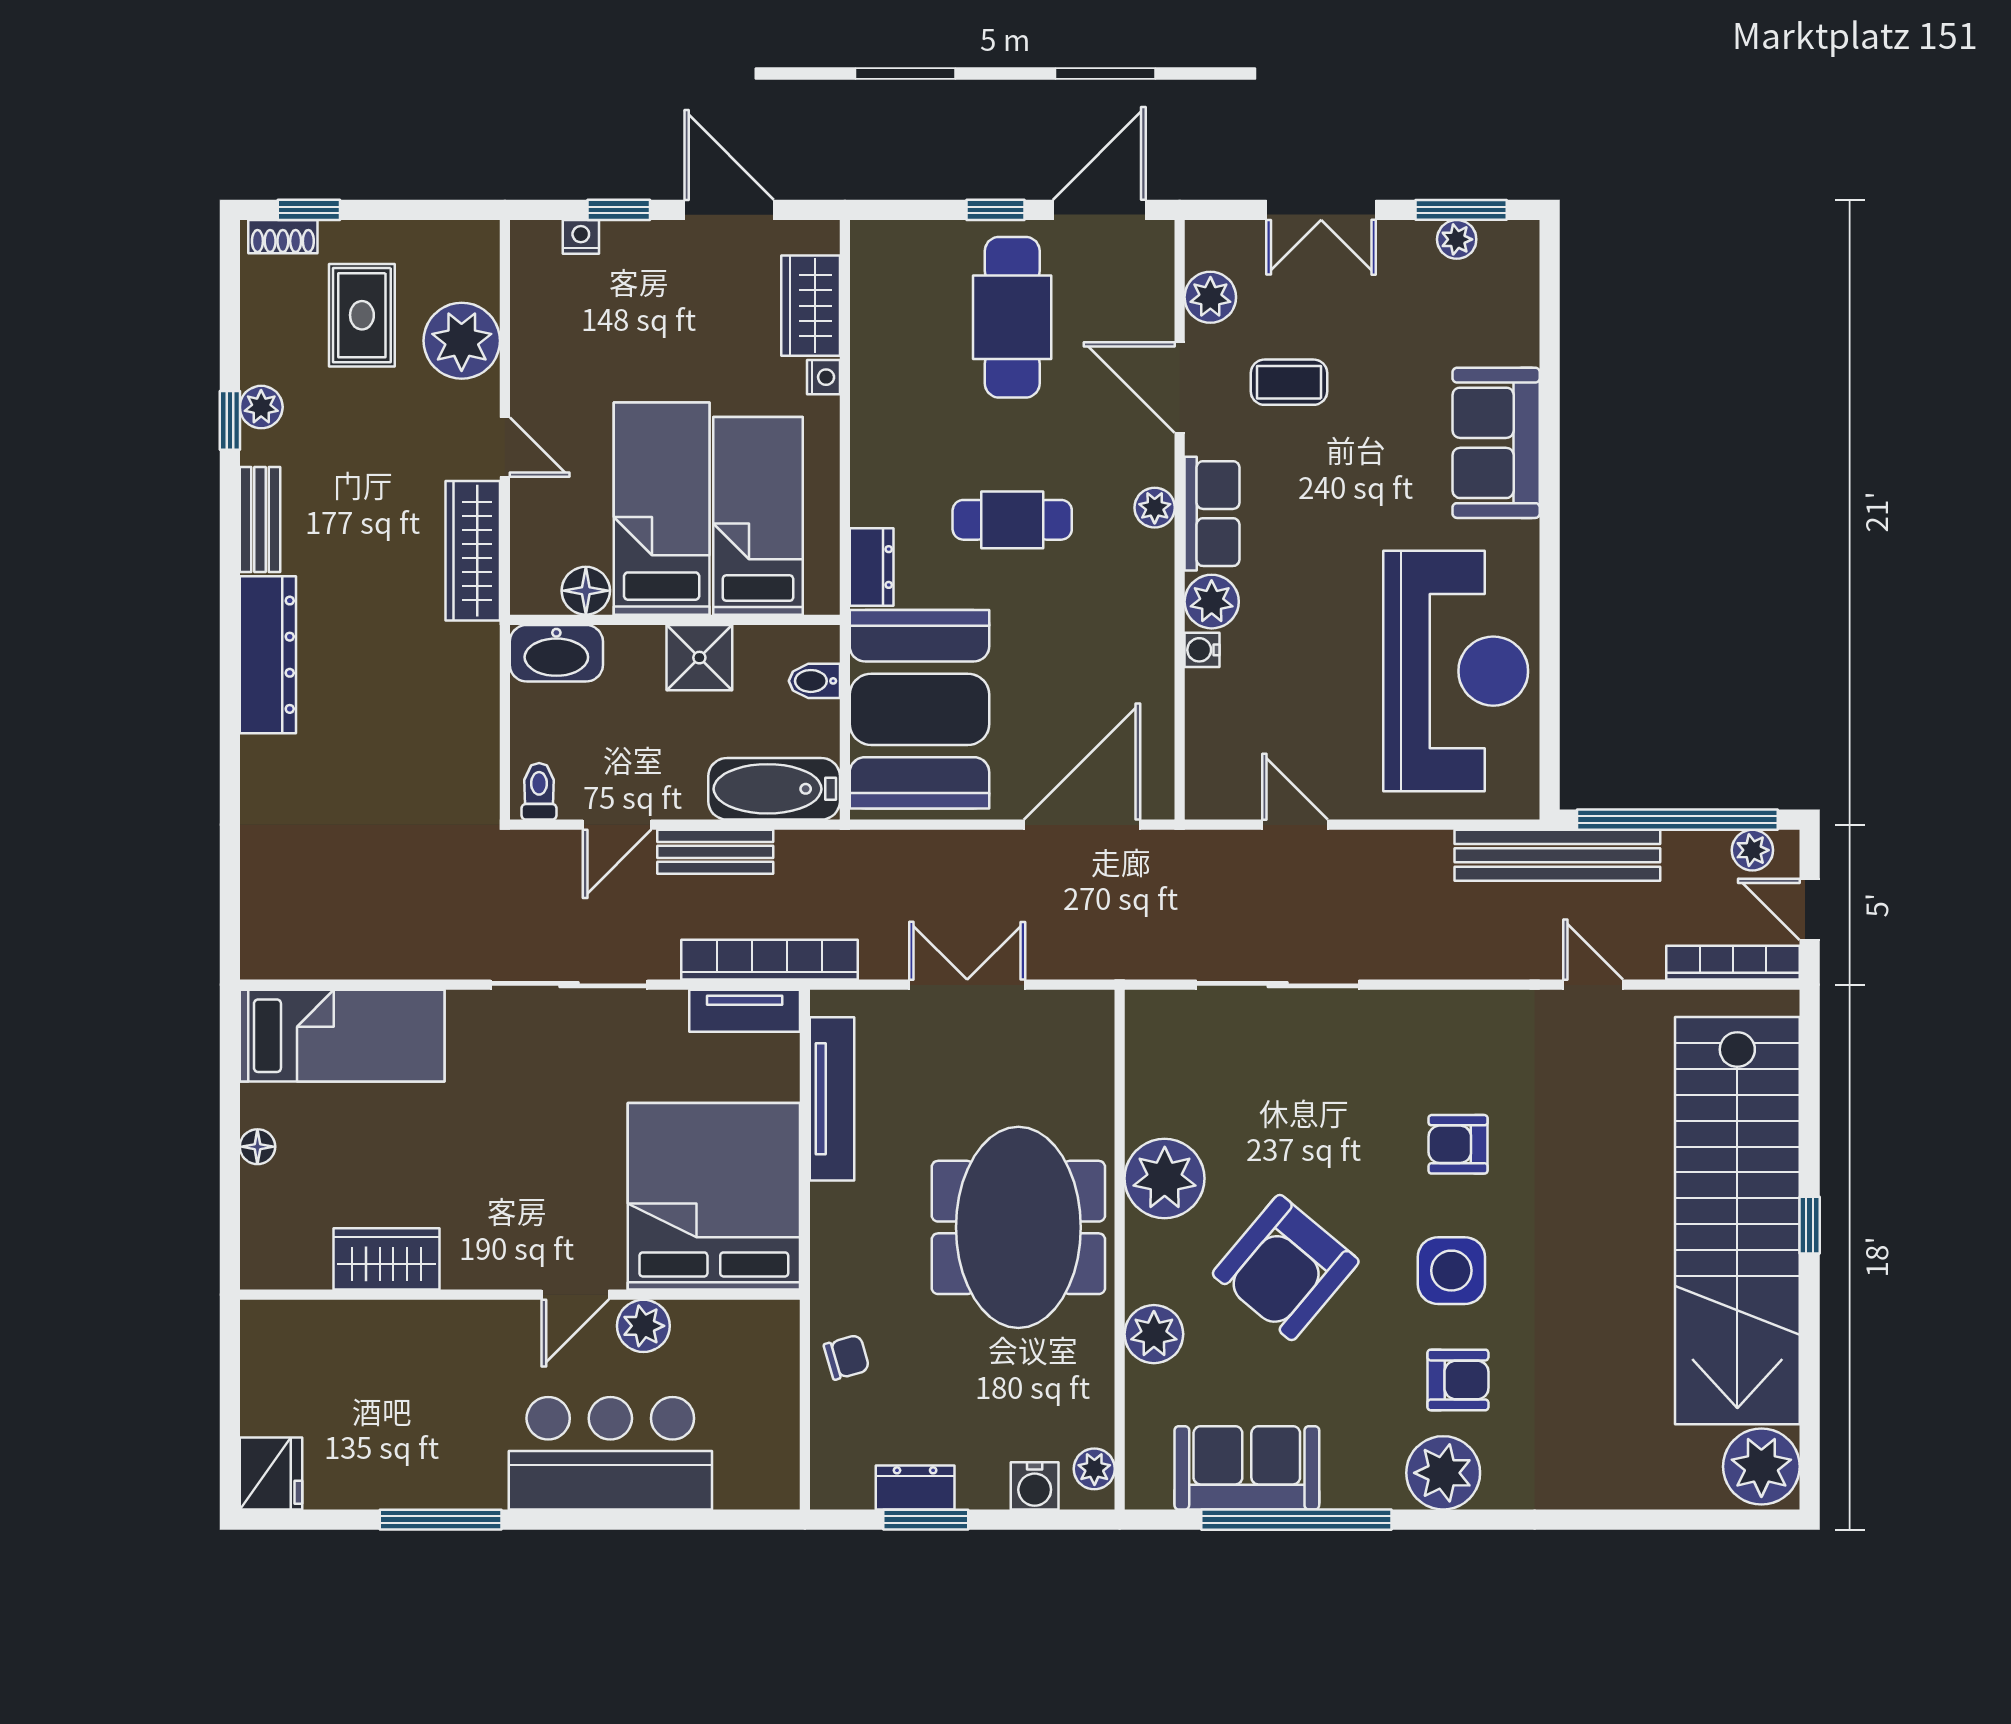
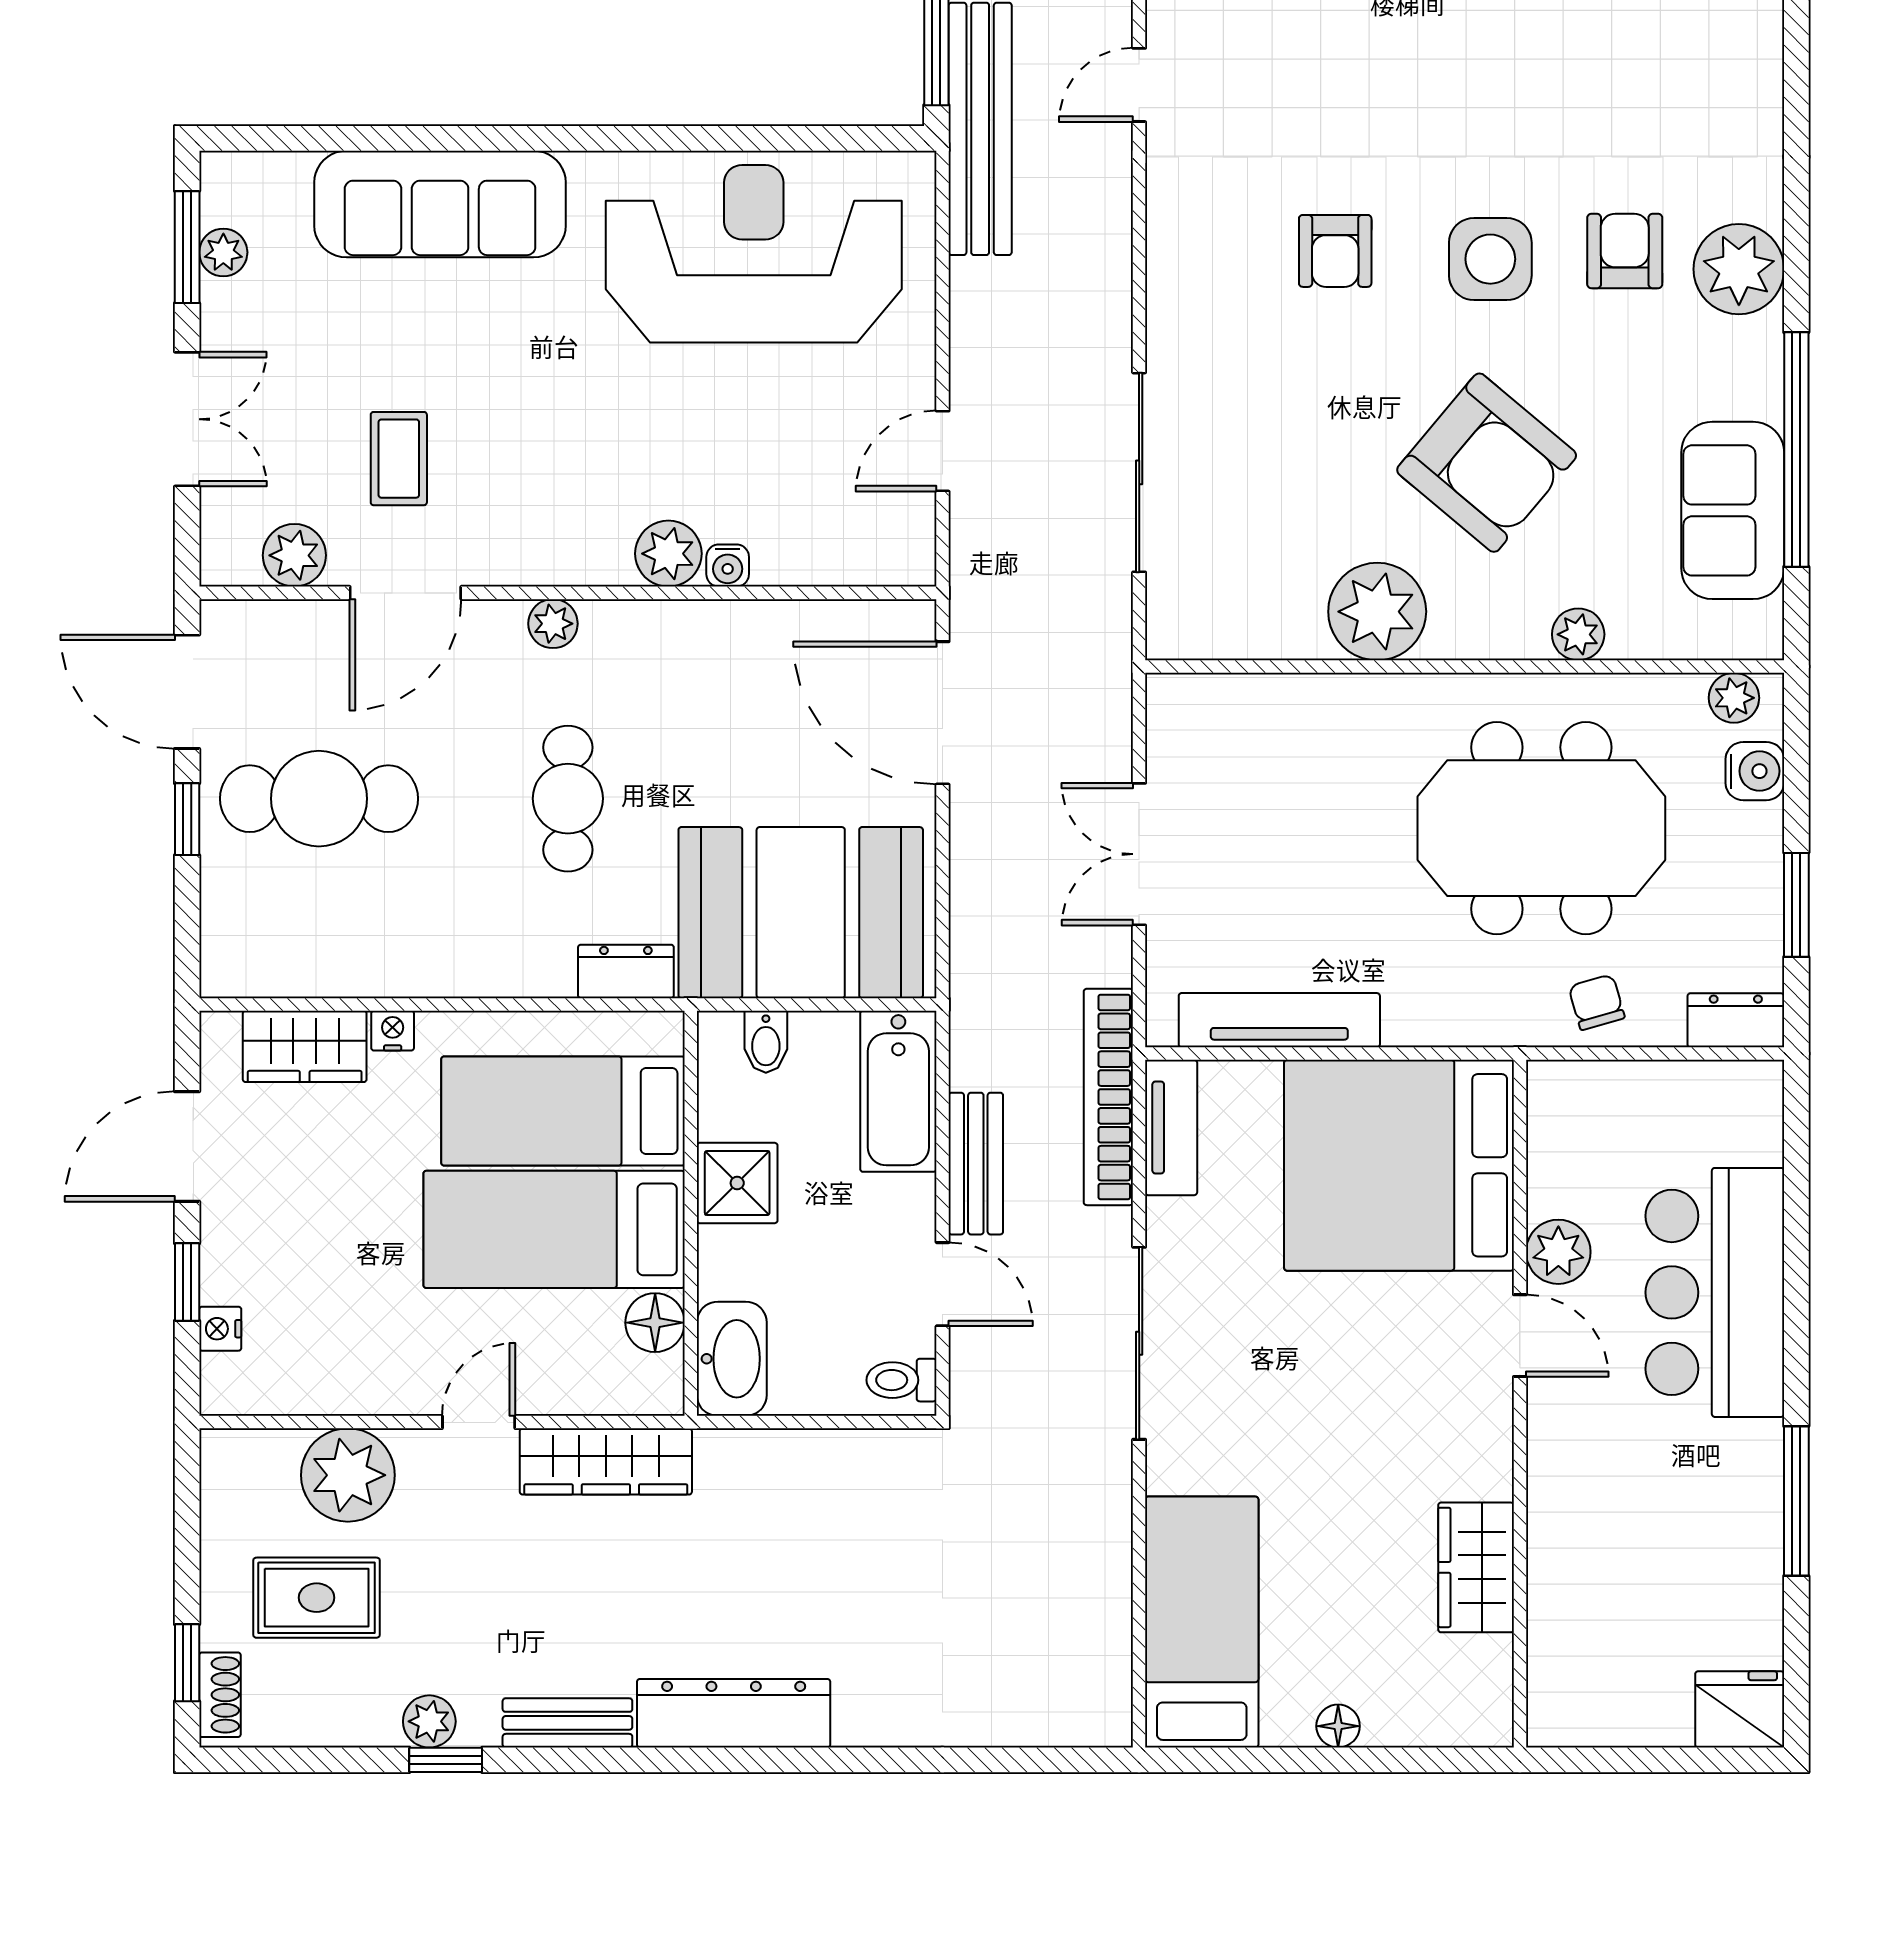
sofa: (1496, 443) -> (440, 204), width x1.36
row of seats: (1212, 514) -> (560, 553), removed
meeting table: (1018, 1227) -> (1541, 828), moved
plant: (1154, 1334) -> (1578, 634), width x0.73, depth x0.73
dresser: (915, 1488) -> (1736, 1020), moved, turned 90

